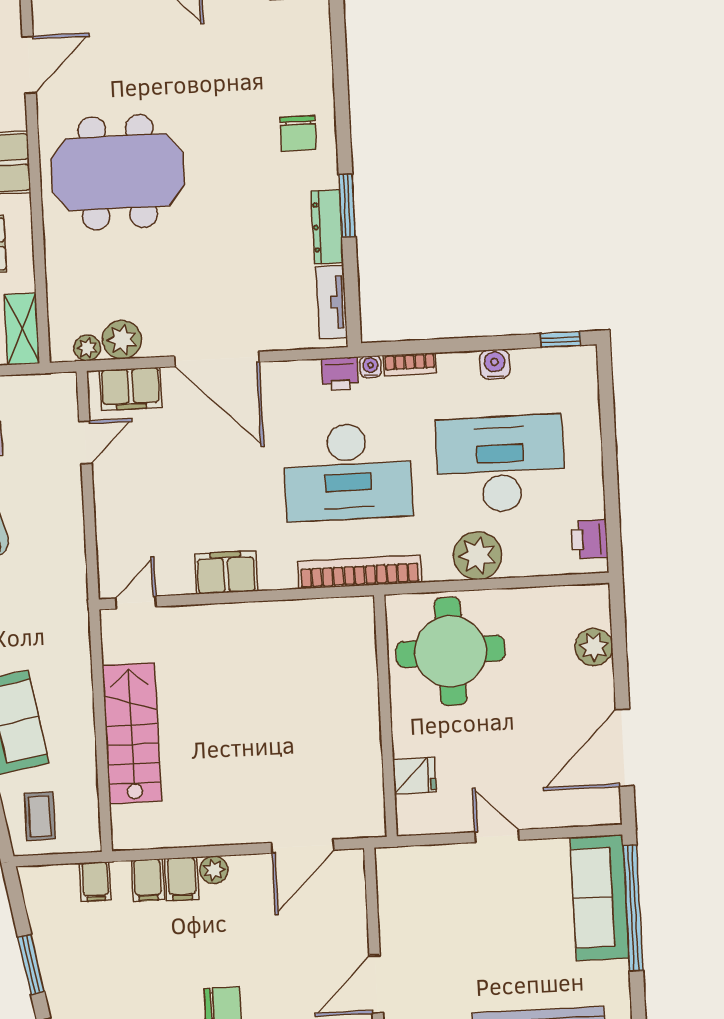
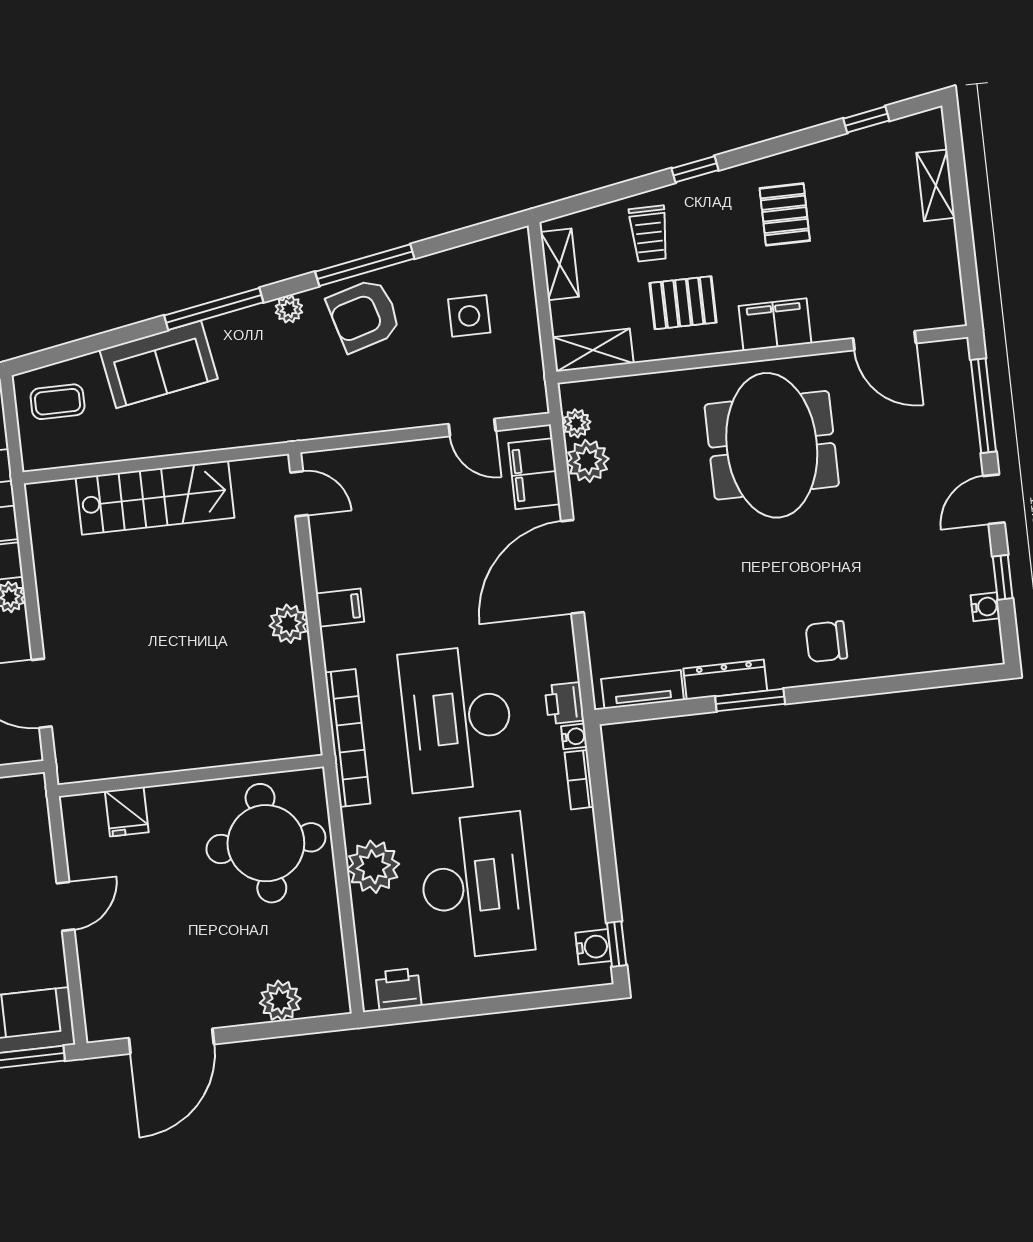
water cooler: (495, 364) -> (593, 947), moved
filing cabinet: (226, 572) -> (340, 608), width x0.50
plant: (253, 619) -> (289, 624), added
door: (625, 748) -> (171, 1041), swing flipped

